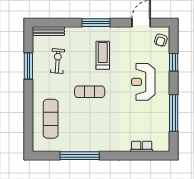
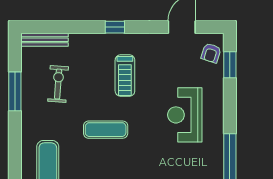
window: (96, 23) -> (115, 27), width x0.46
treadmill: (103, 55) -> (125, 76), turned 180
window: (174, 62) -> (230, 65), moved

